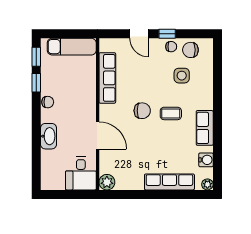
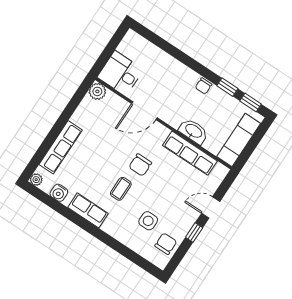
chair: (171, 47) -> (180, 229), removed
washbasin: (48, 136) -> (193, 131), moved, turned 180

